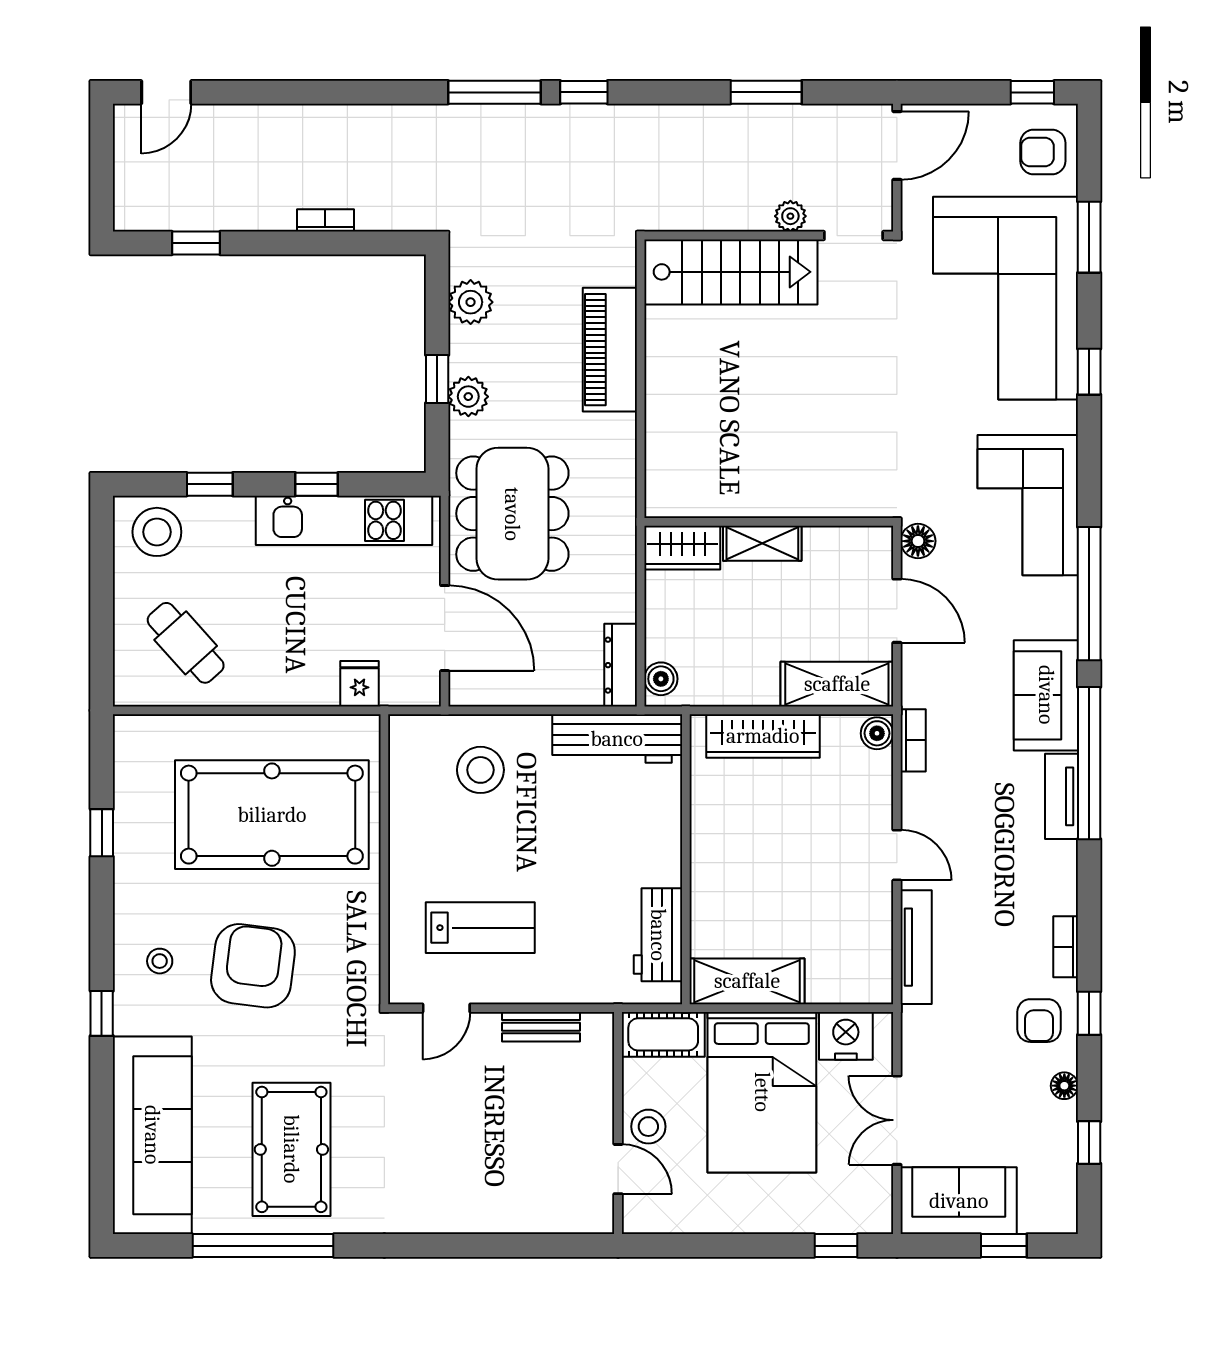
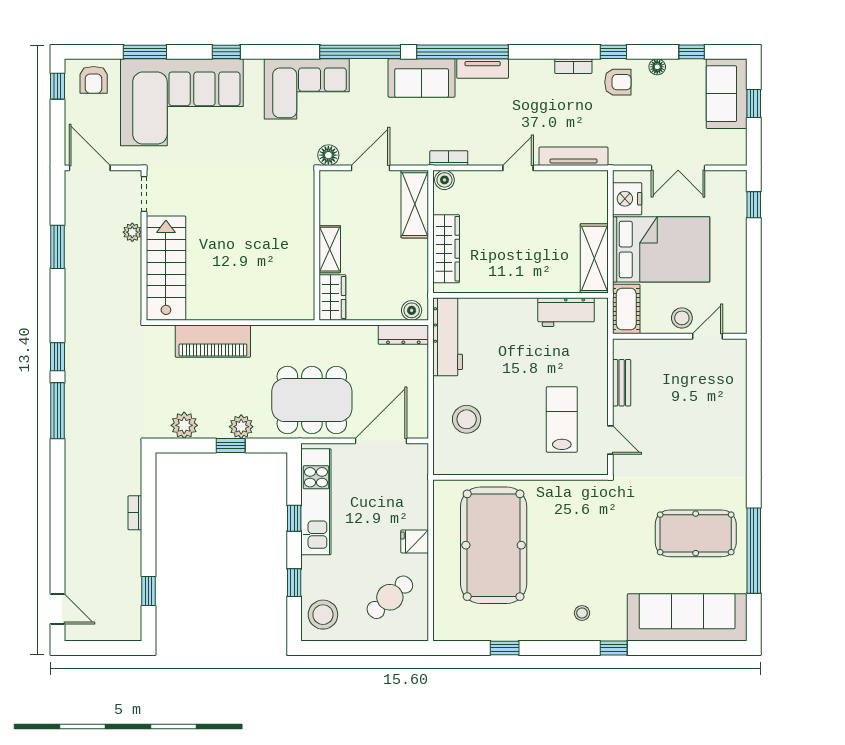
fridge: (359, 684) -> (415, 541), moved
armchair: (253, 966) -> (585, 557), removed
sofa: (959, 1201) -> (727, 94), moved

